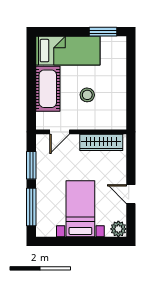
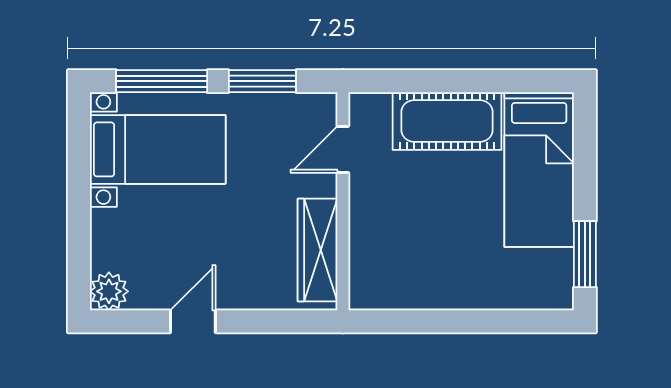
stool: (87, 95) -> (432, 216), removed
door: (60, 132) -> (343, 149), hinge flipped
bed with nightstands: (80, 209) -> (158, 149), moved

